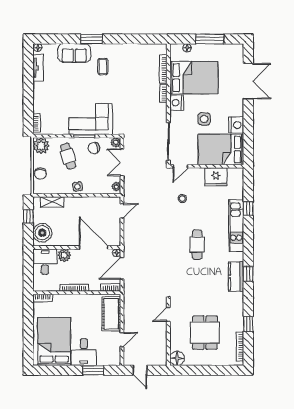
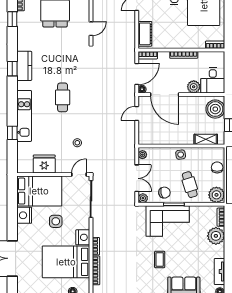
coffee table: (103, 67) -> (160, 259), moved
plant: (42, 104) -> (216, 236), added
door: (122, 211) -> (137, 113), moved
cot: (111, 314) -> (145, 34), width x0.73, depth x0.75

